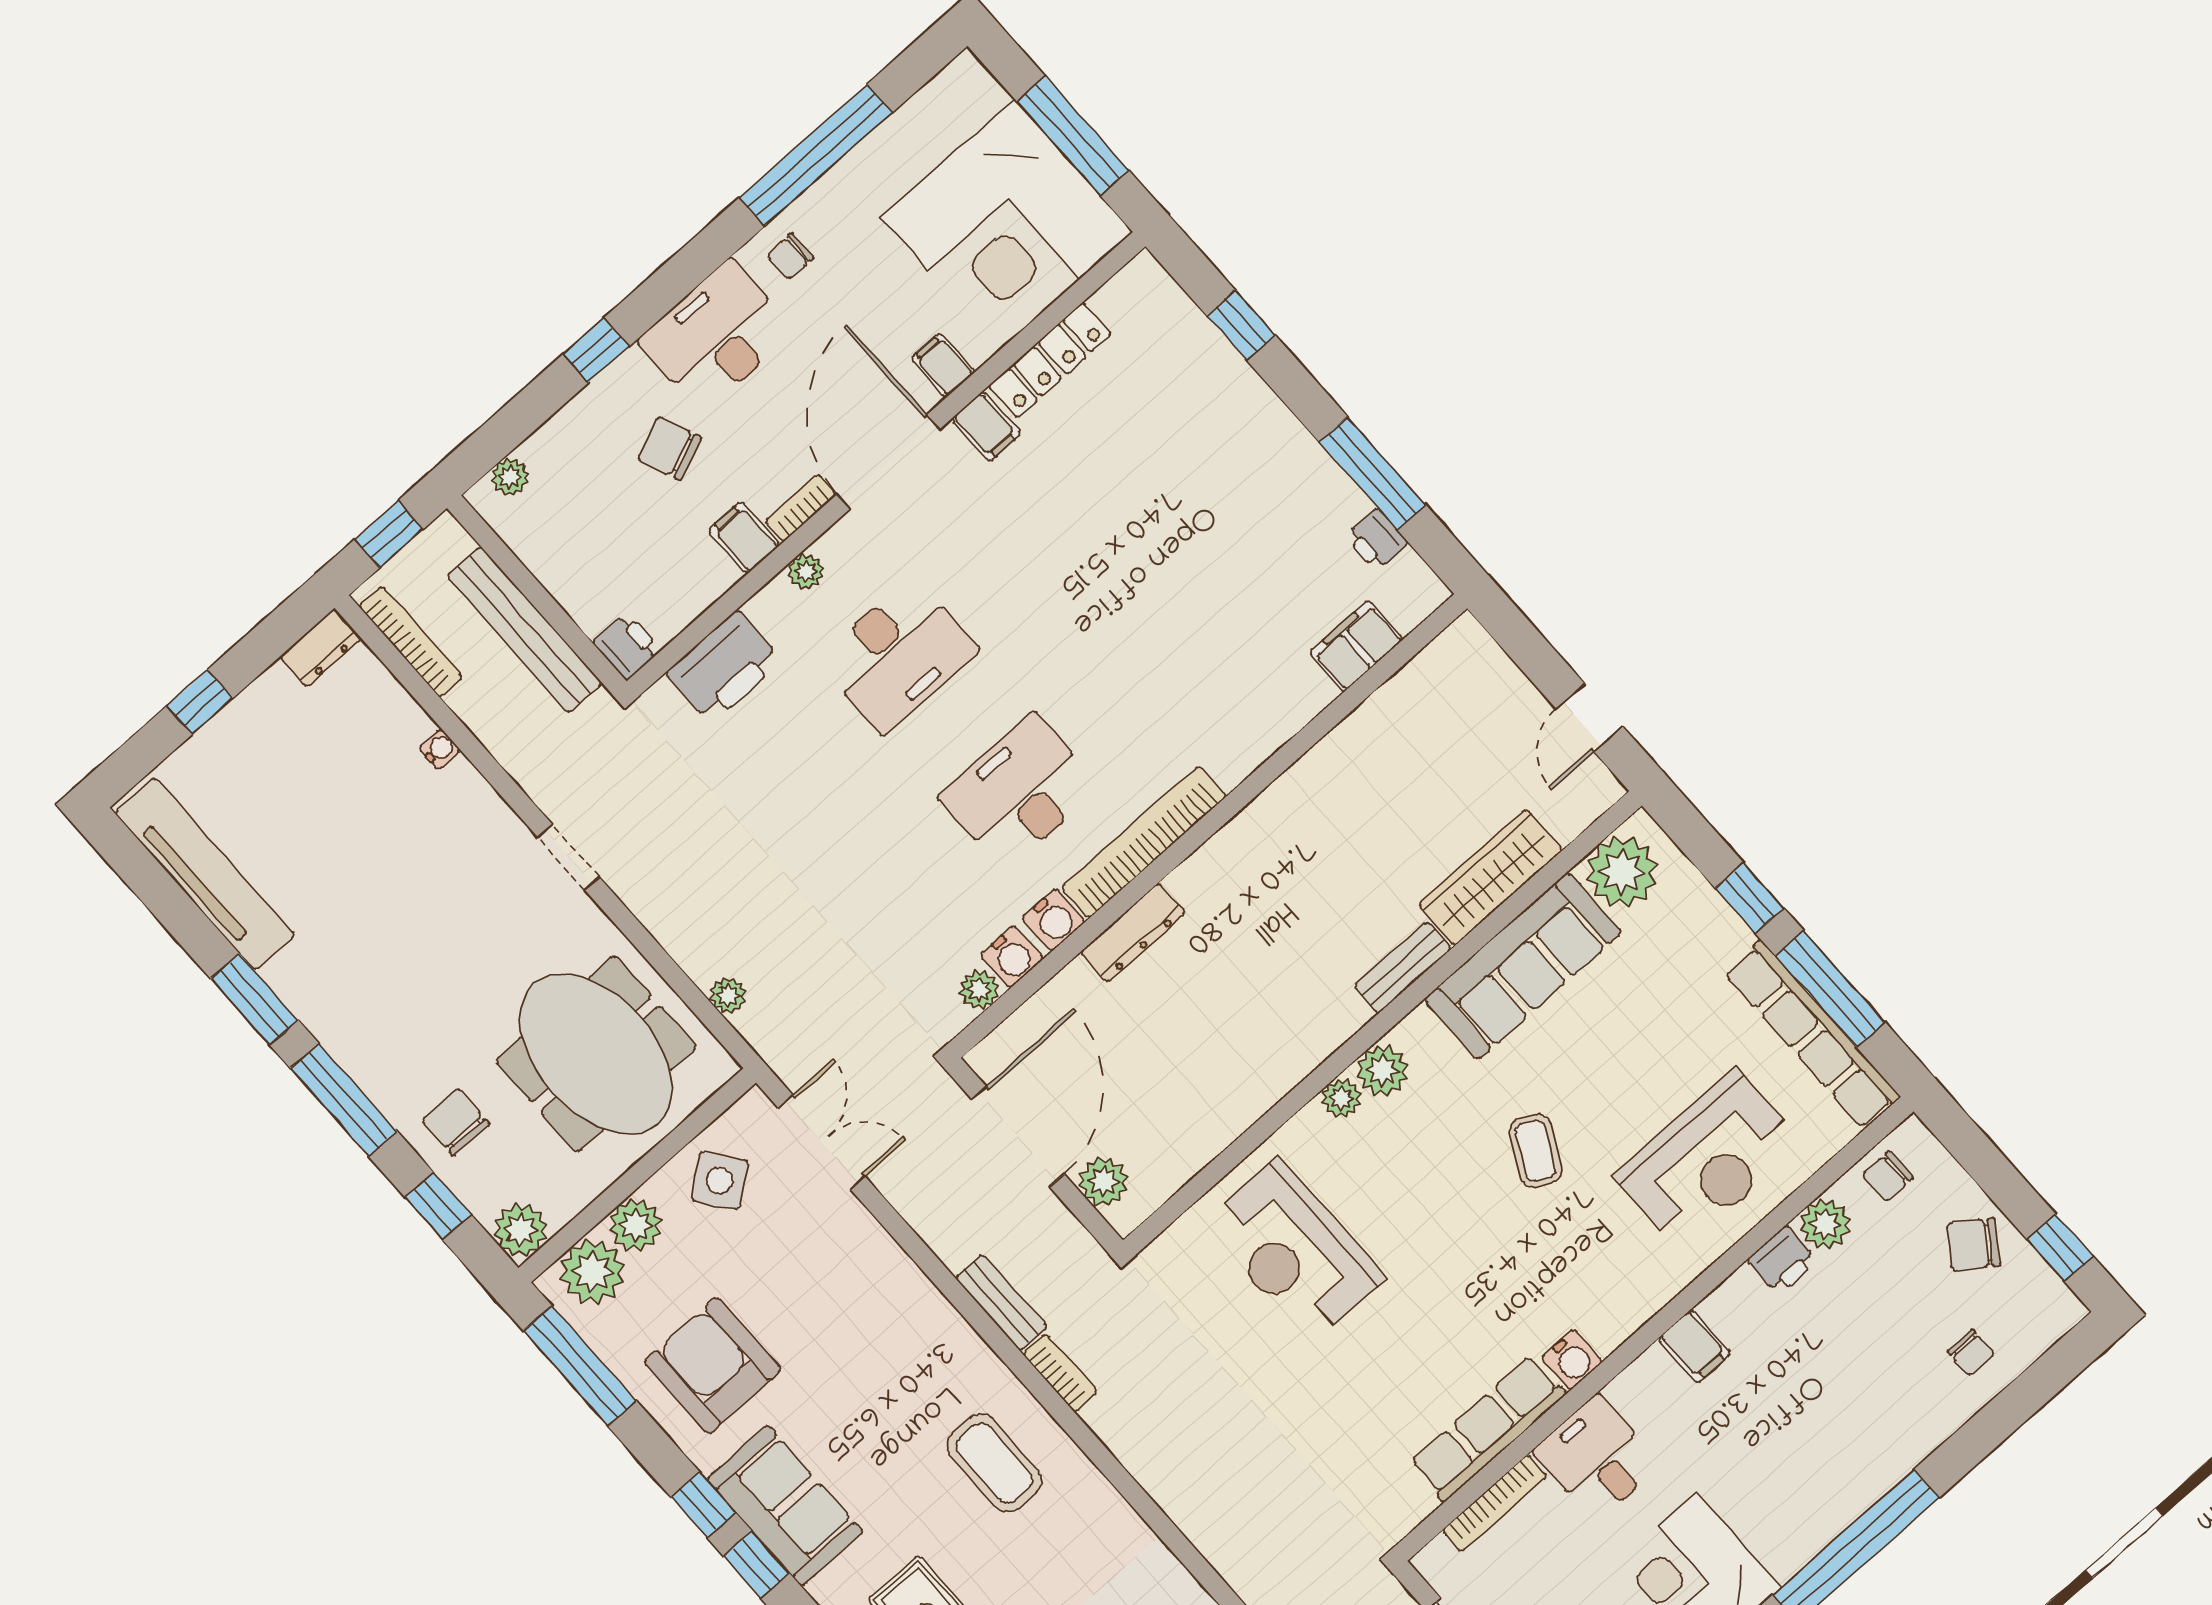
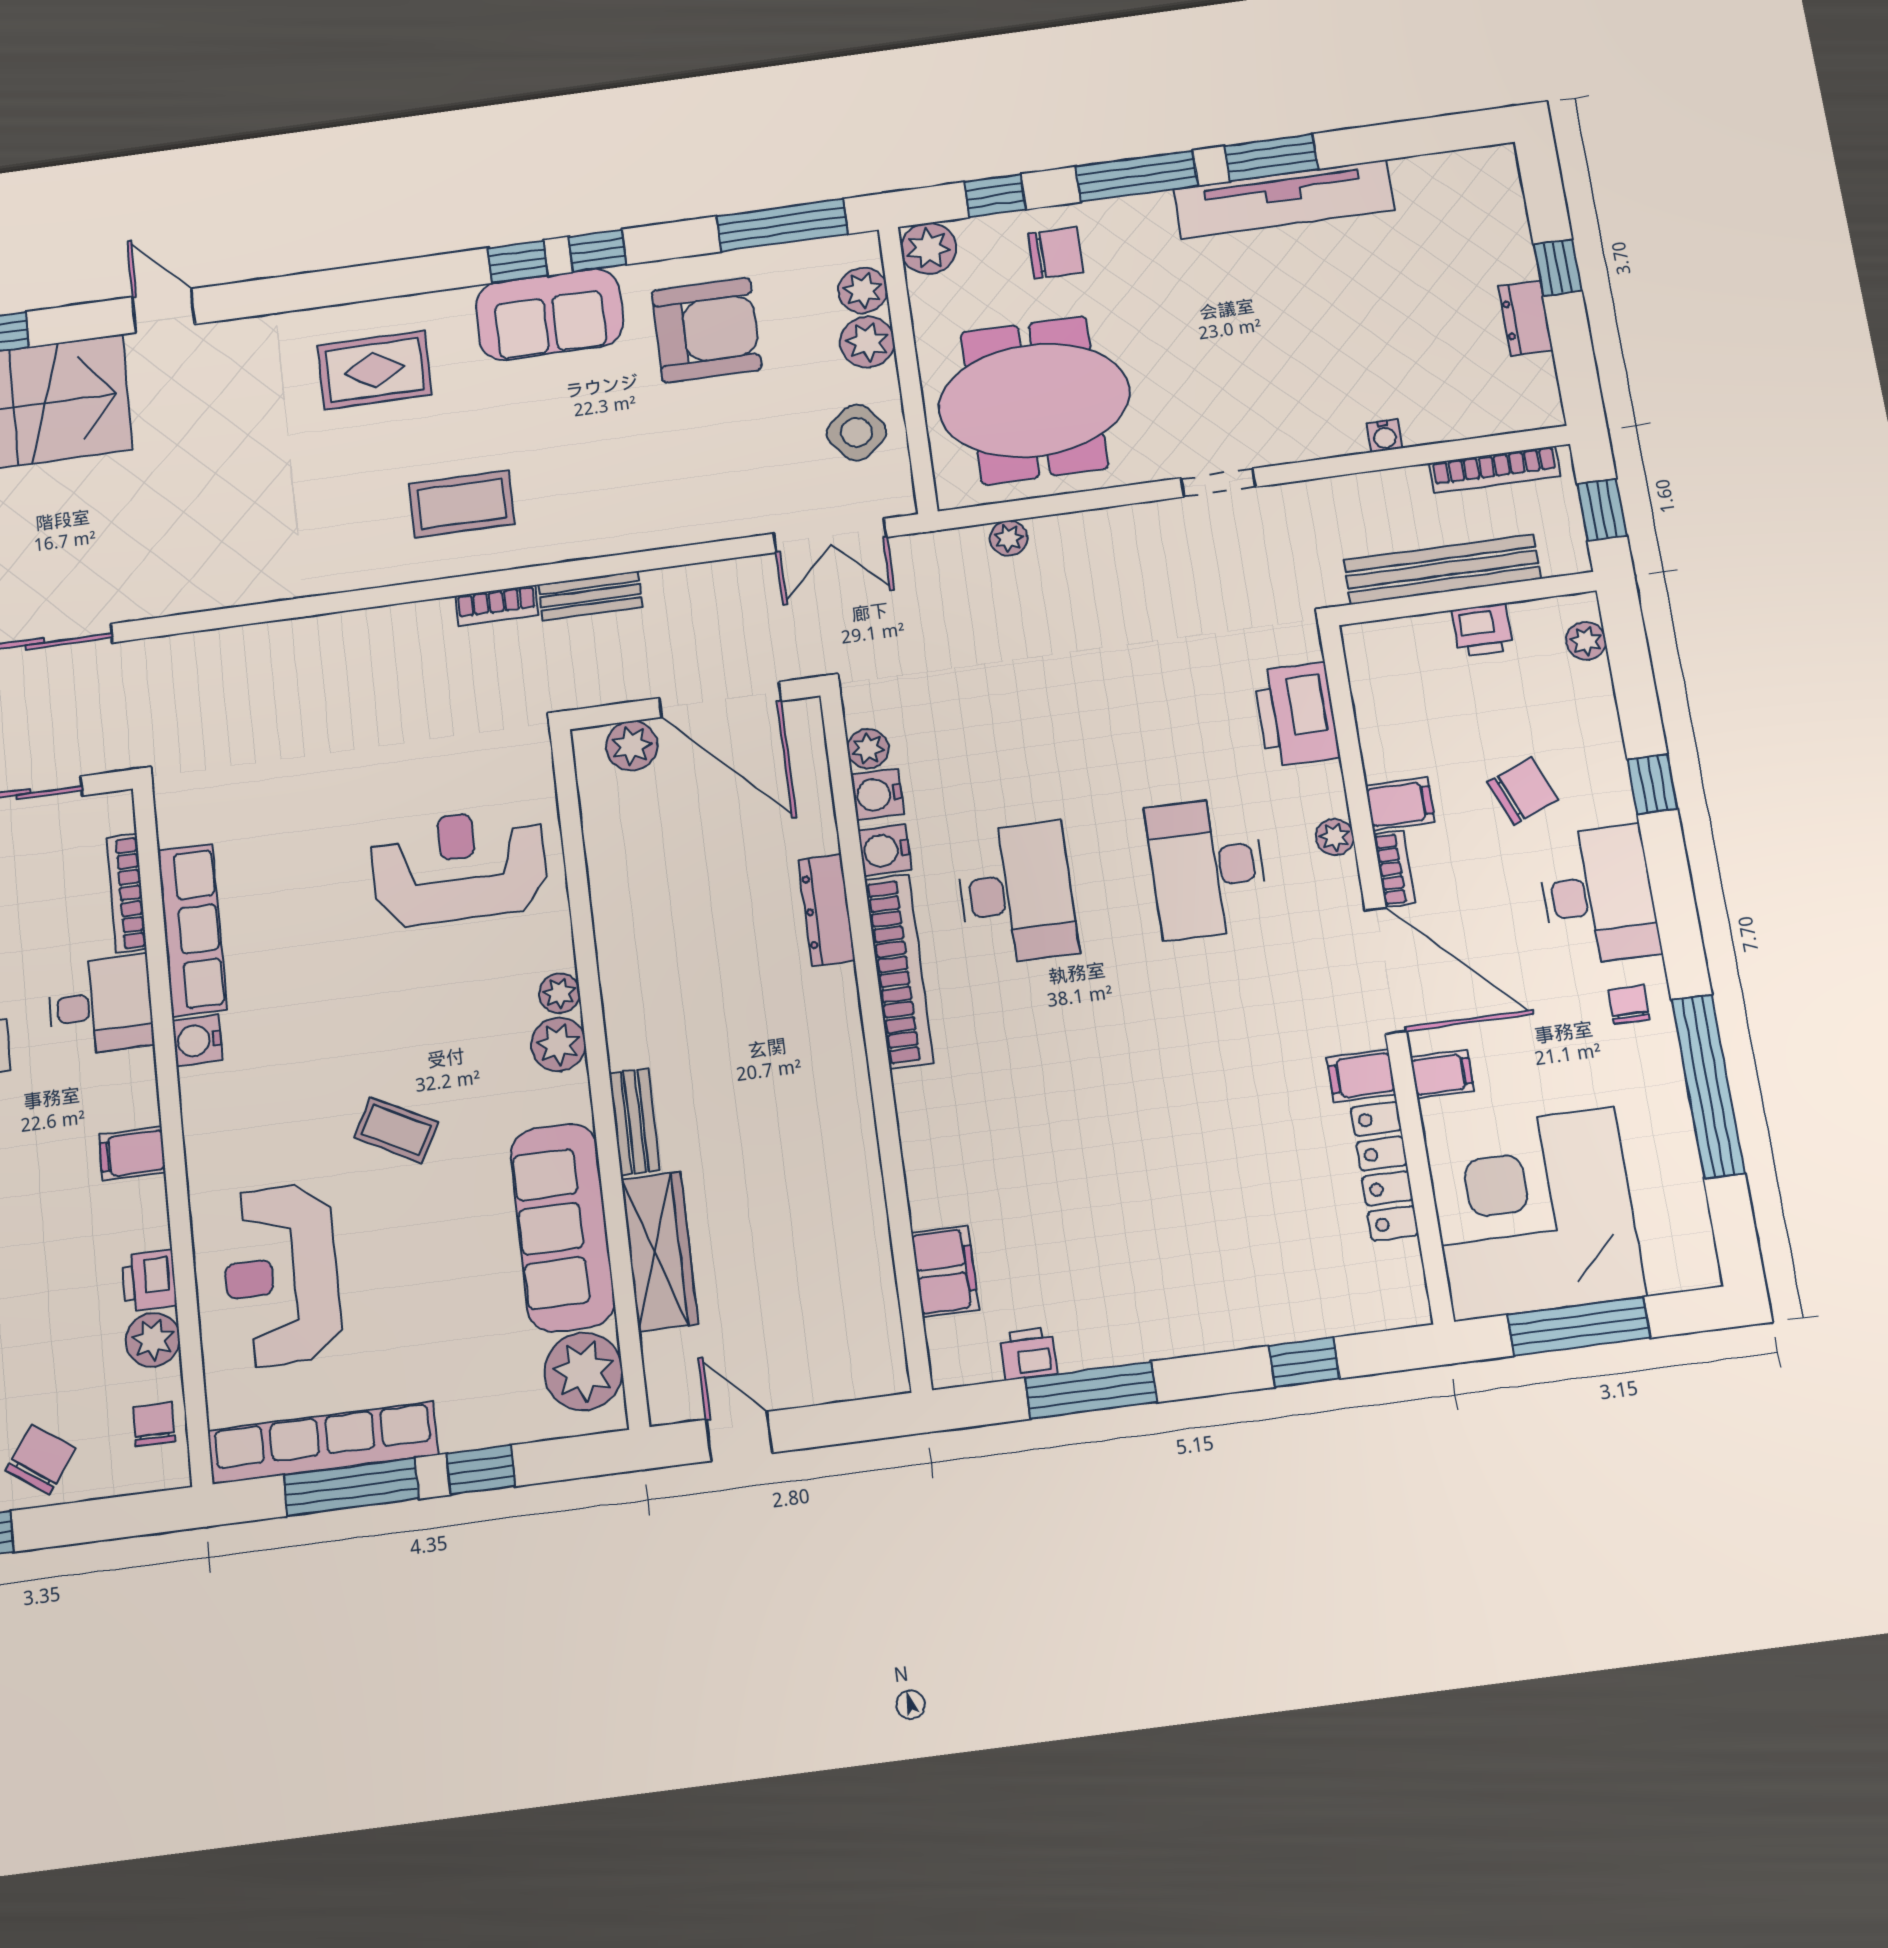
printer: (627, 646) -> (1482, 630), moved
dresser: (321, 648) -> (1526, 318), moved
tv unit: (205, 874) -> (1284, 199), moved
plant: (592, 1272) -> (863, 290), width x0.73, depth x0.73

